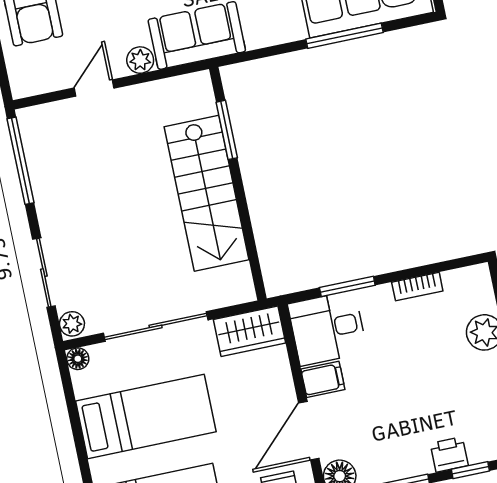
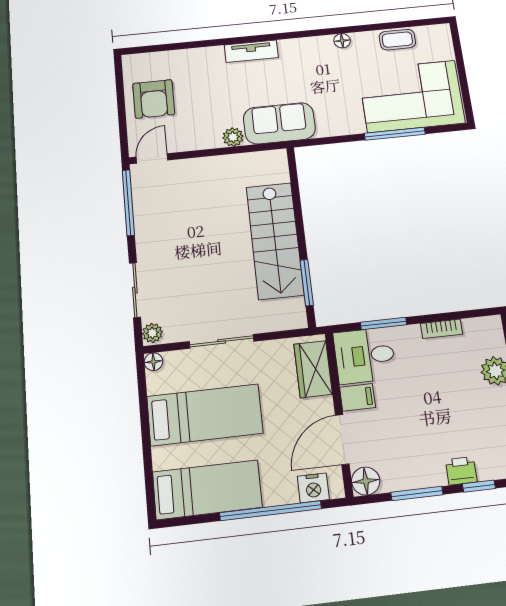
door: (94, 88) -> (152, 158), moved
window: (227, 130) -> (307, 283), moved
sliding door: (156, 326) -> (222, 341), width x0.73
wardrobe: (250, 331) -> (313, 369), moved, turned 90

